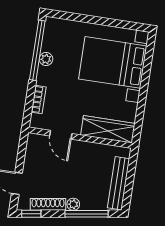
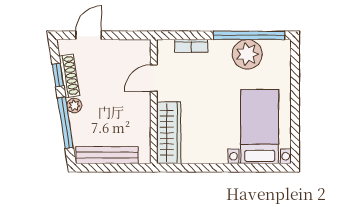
plant: (46, 59) -> (247, 54), width x1.88, depth x1.88
bed with nightstands: (113, 62) -> (260, 127), width x0.73
window: (31, 214) -> (58, 75), moved

